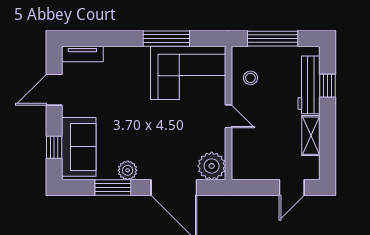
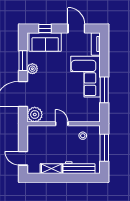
corner sofa: (188, 73) -> (85, 77), moved
window: (327, 86) -> (79, 178), removed
door: (228, 116) -> (62, 124), swing flipped

